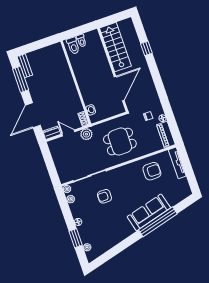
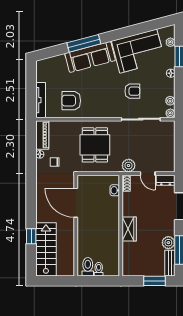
toilet: (73, 46) -> (88, 267), moved
window: (32, 47) -> (155, 281), added
stairs: (115, 47) -> (46, 249), moved, turned 180
plant: (32, 82) -> (168, 243), added
wardrobe: (68, 82) -> (129, 229), added
door: (119, 89) -> (76, 203), hinge flipped
dining table: (120, 142) -> (95, 145), turned 90
window: (158, 222) -> (84, 43), width x0.68
corner sofa: (111, 231) -> (138, 51), added

